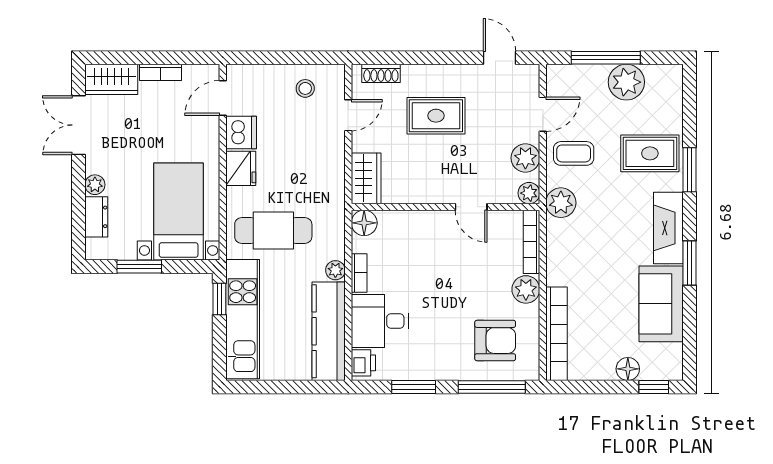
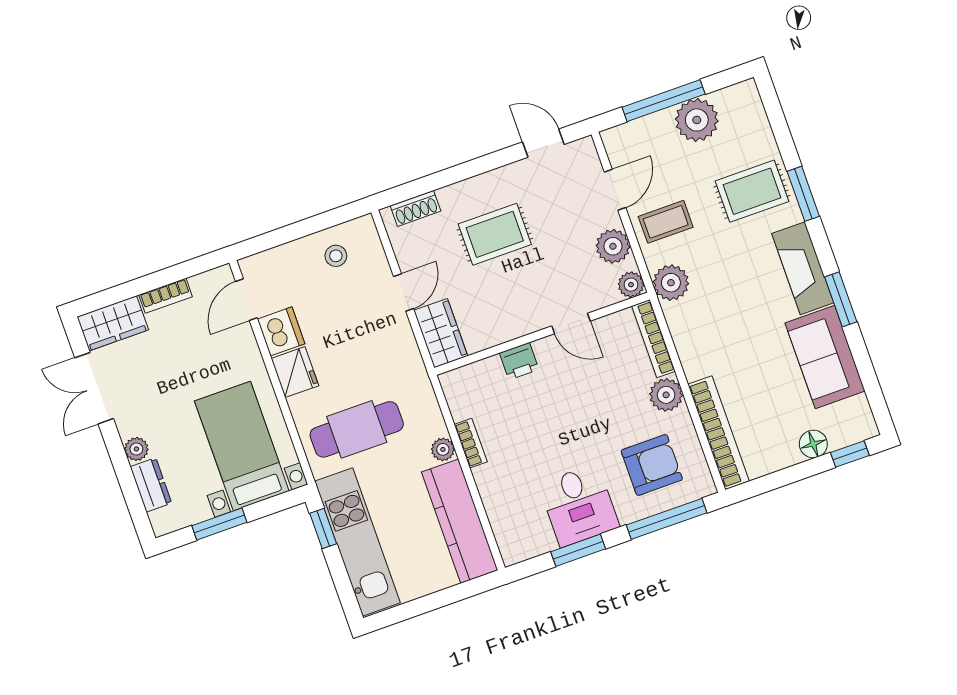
door: (348, 115) -> (404, 292), moved
floor lamp: (364, 223) -> (456, 384), removed
desk: (380, 321) -> (579, 505), moved, turned -90
printer: (363, 363) -> (519, 361), moved, turned 90

